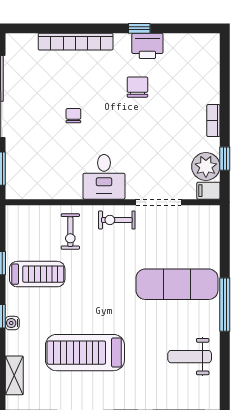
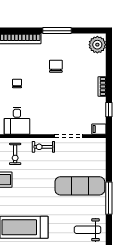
window: (139, 28) -> (57, 31), width x2.17
printer: (147, 46) -> (62, 41), removed
plant: (206, 166) -> (97, 45), moved
desk: (104, 177) -> (17, 121), moved

